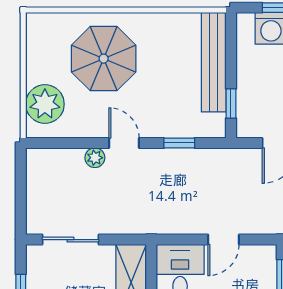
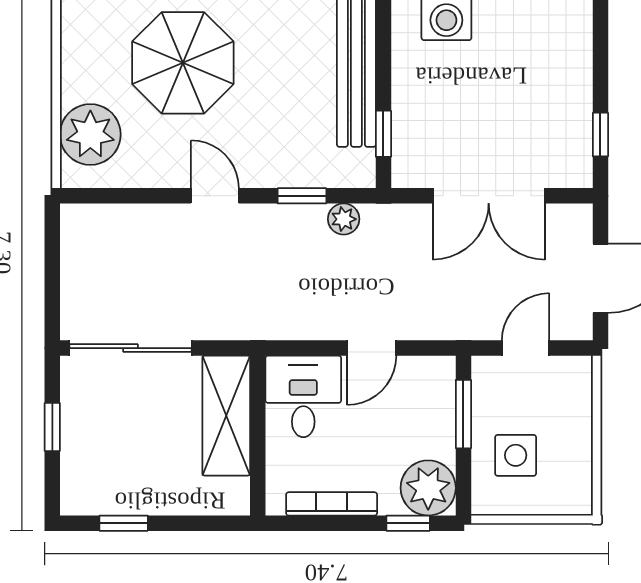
plant: (95, 158) -> (344, 219), moved
sliding door: (70, 240) -> (131, 348), width x1.37

